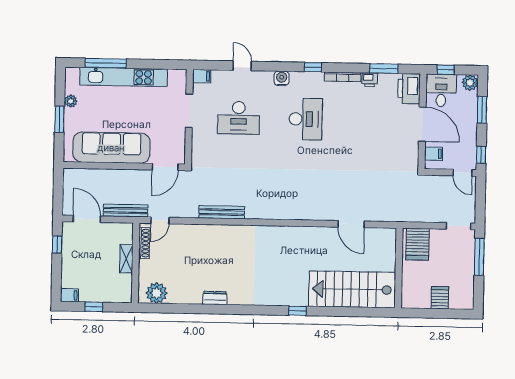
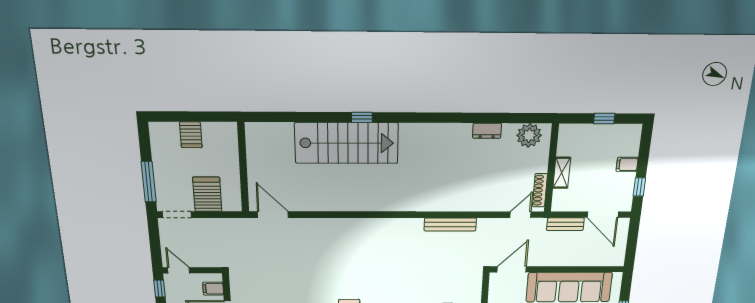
bench: (125, 211) -> (565, 224), width x0.73
door: (351, 224) -> (273, 215), moved
server rack: (417, 244) -> (207, 194), moved
stairs: (352, 289) -> (347, 143), moved
filing cabinet: (70, 295) -> (627, 164), moved
dresser: (215, 298) -> (487, 131), moved

